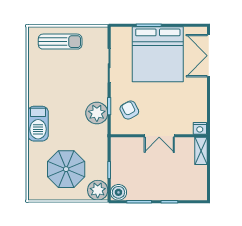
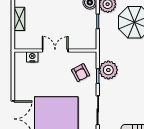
nightstand: (200, 128) -> (32, 57), moved
shelving: (201, 151) -> (19, 19), moved

